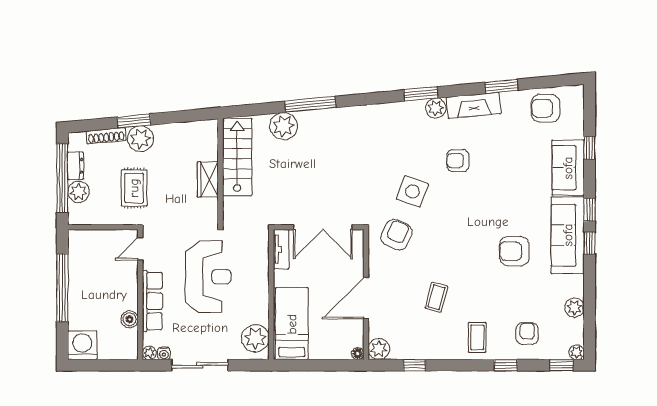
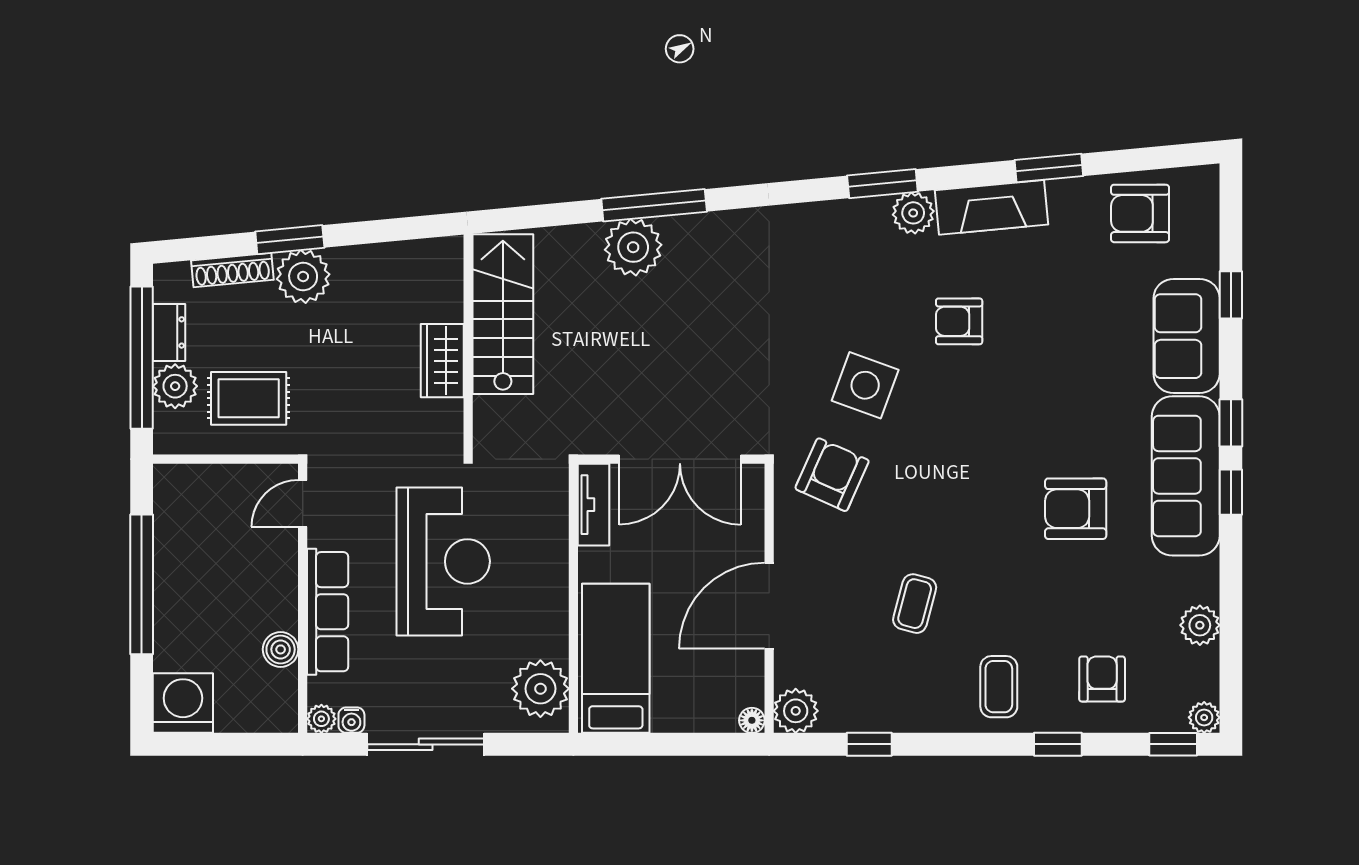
plant: (284, 126) -> (633, 247), moved
rug: (134, 188) -> (249, 398), moved, turned 90

